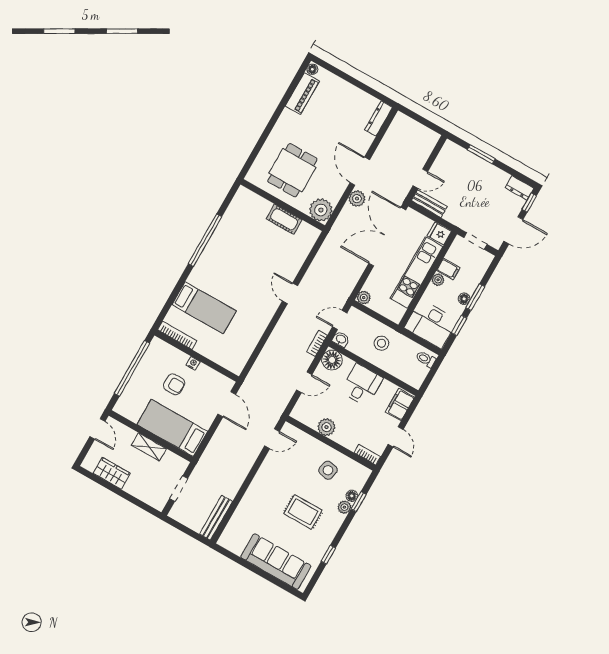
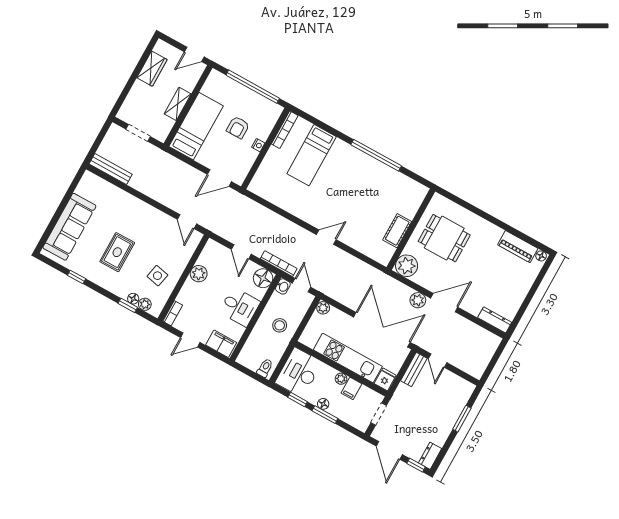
bookcase: (317, 343) -> (279, 264), width x1.56
plant: (344, 507) -> (145, 304), moved

